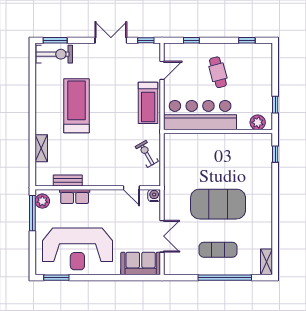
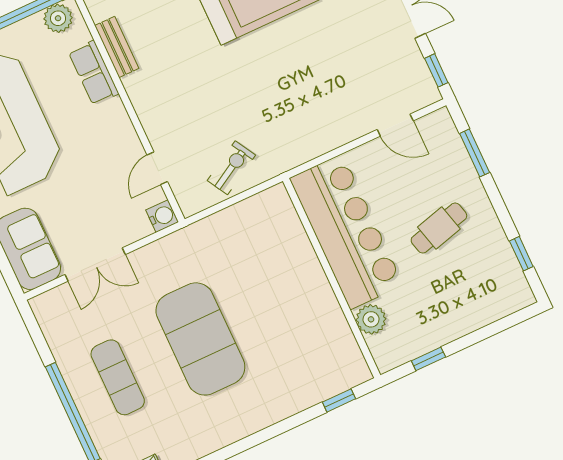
window: (191, 40) -> (475, 153), width x1.50
treadmill: (148, 103) -> (325, 127), removed
plant: (258, 122) -> (371, 319), moved

